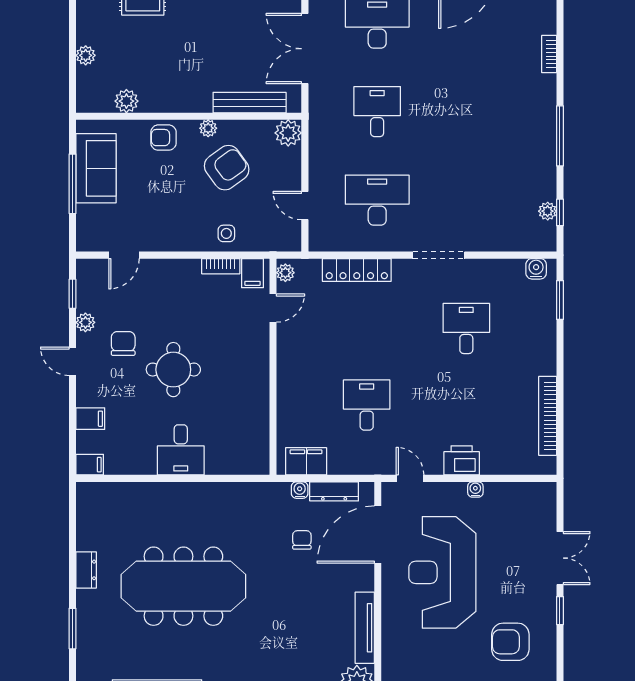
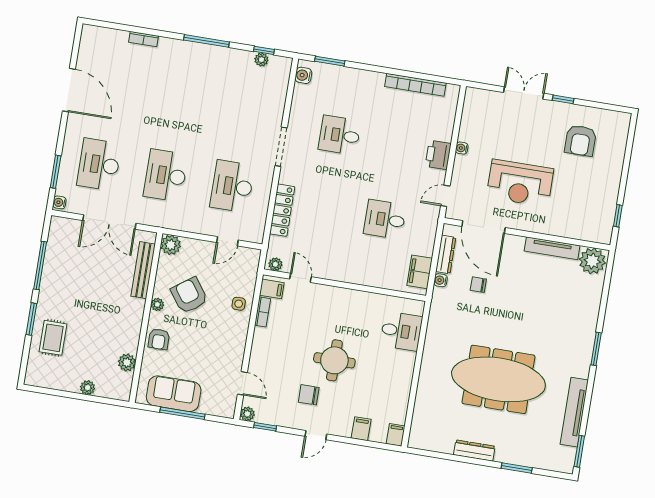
desk: (377, 112) -> (166, 175), width x1.37
plant: (85, 322) -> (247, 414), moved
desk: (181, 450) -> (401, 331), moved
dresser: (86, 570) -> (474, 451), width x1.44
reception desk: (442, 572) -> (520, 183), width x0.74, depth x0.77
meeting table: (183, 586) -> (498, 379), turned 90

